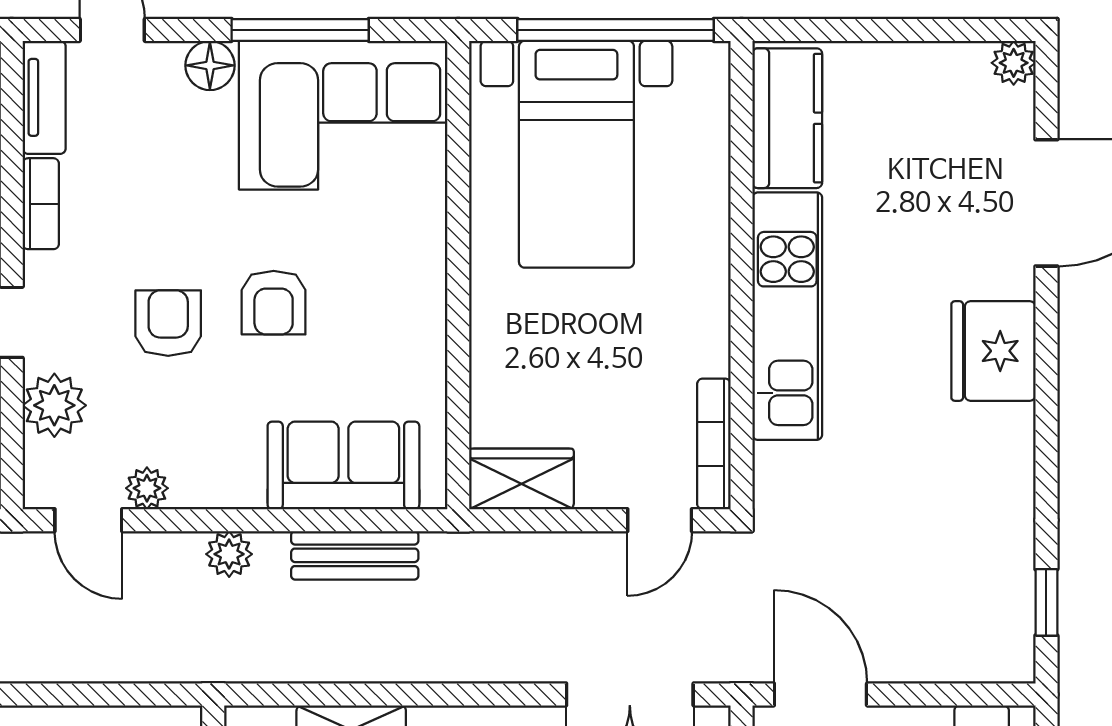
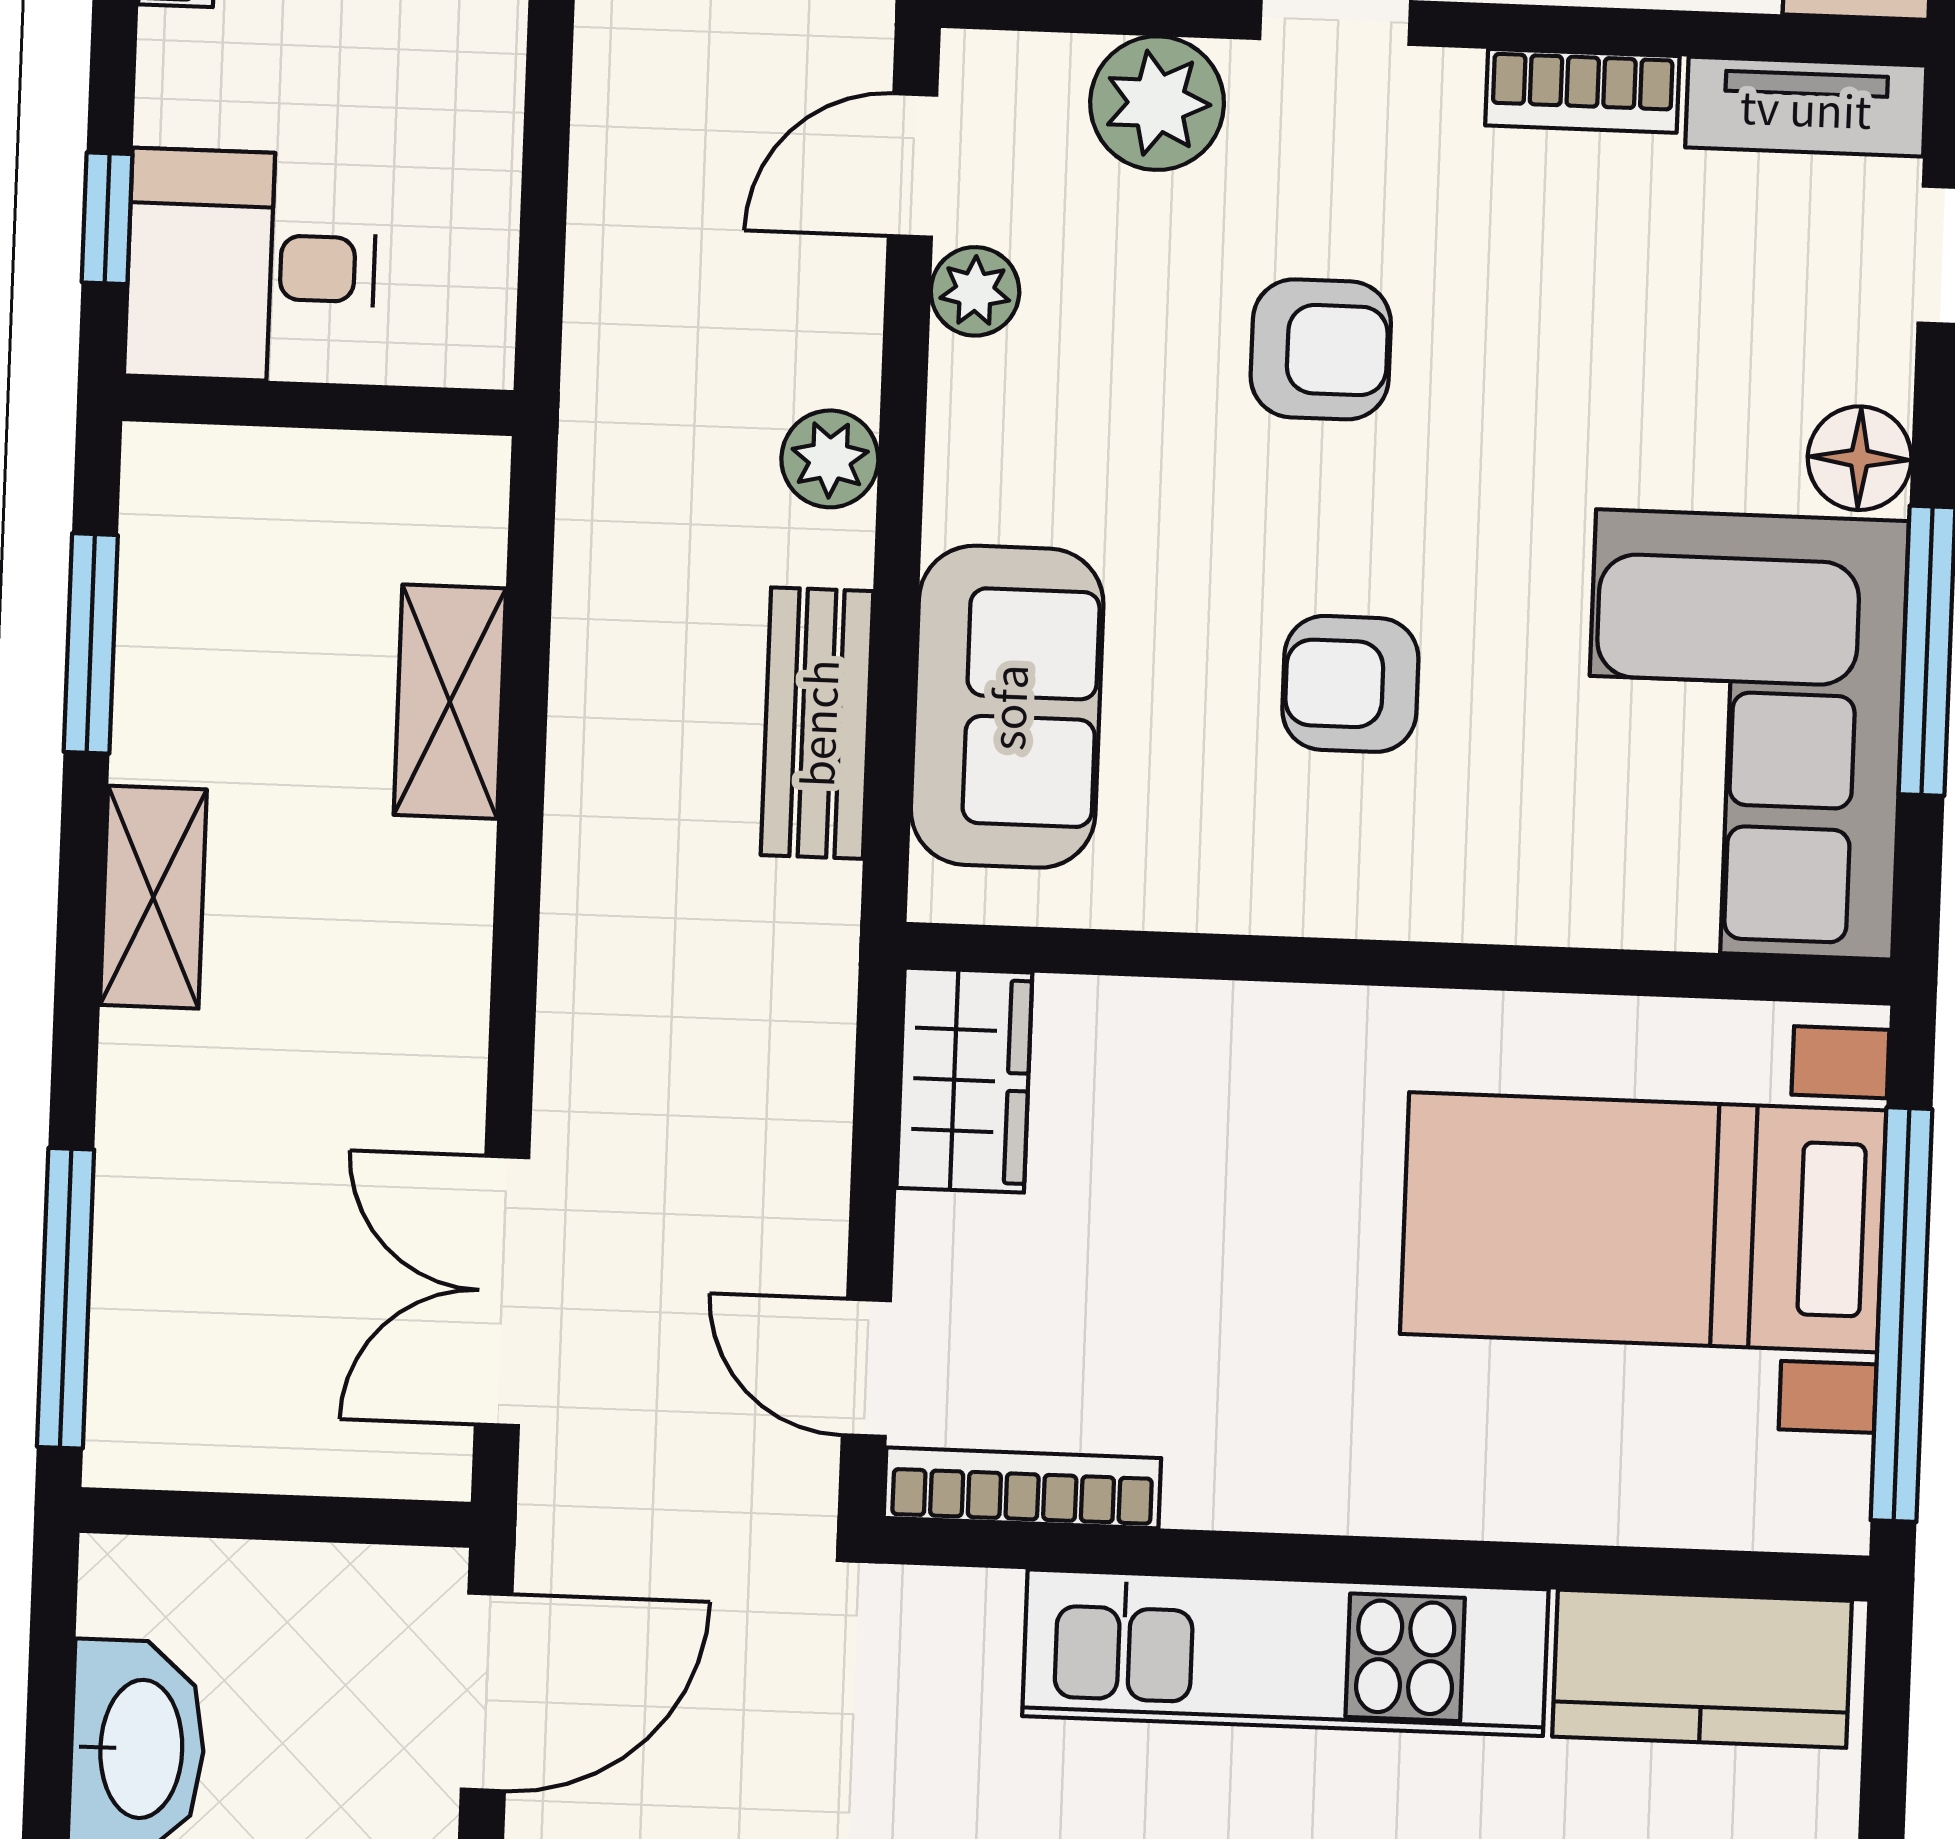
armchair: (274, 303) -> (1350, 684), moved

